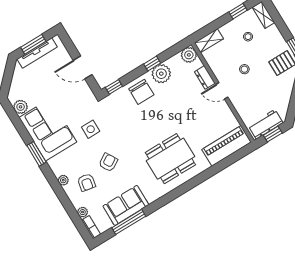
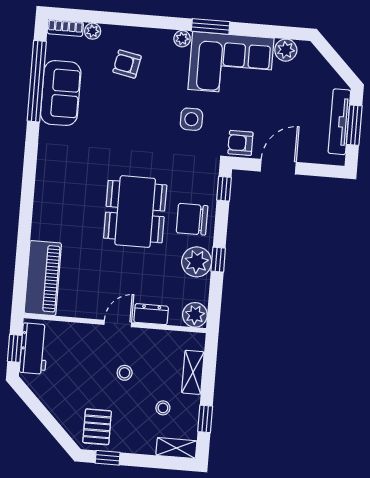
shelving: (209, 41) -> (193, 372), moved
dining table: (170, 159) -> (135, 212), moved
armchair: (108, 162) -> (240, 143), moved, turned 121
plant: (63, 180) -> (182, 39), moved
window: (129, 222) -> (37, 81), width x1.46

